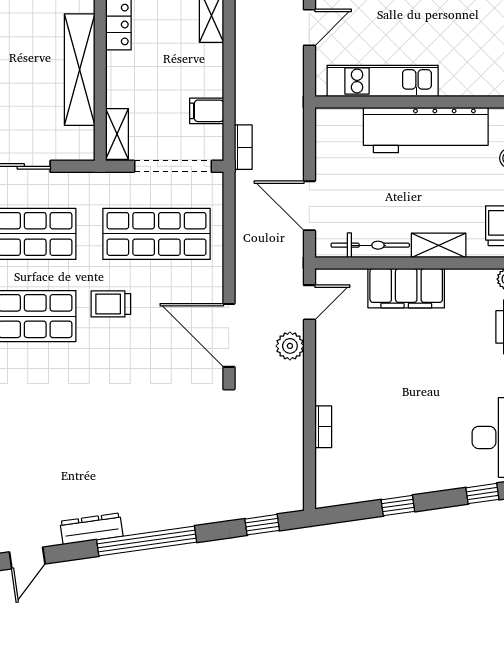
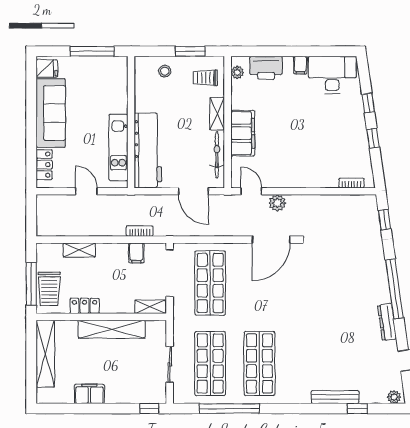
workbench: (426, 130) -> (148, 150), moved
bookcase: (243, 147) -> (140, 231), moved
door: (309, 206) -> (193, 191), hinge flipped
trolley: (111, 304) -> (252, 310), removed
bookcase: (323, 427) -> (352, 183), moved
window: (482, 494) -> (368, 103), moved

